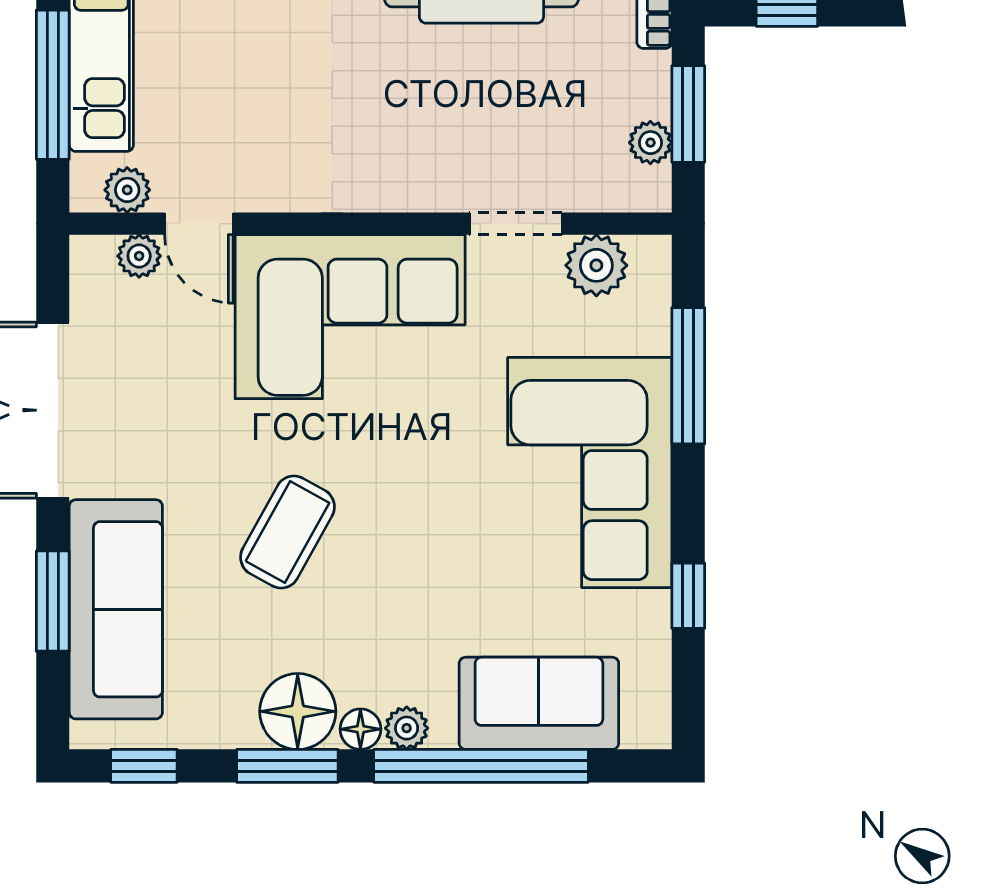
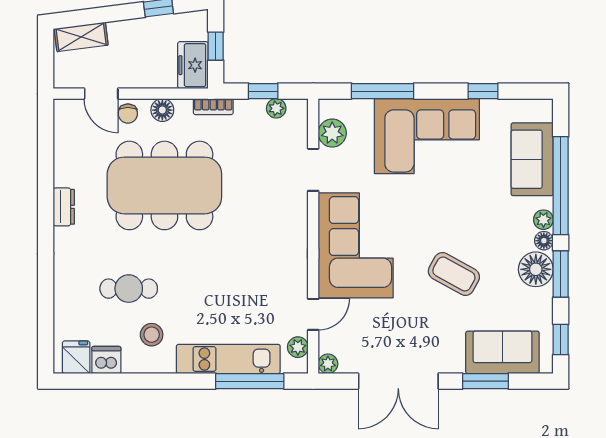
window: (688, 114) -> (263, 91), width x0.67
plant: (139, 256) -> (328, 364), moved
sofa: (116, 609) -> (502, 352), width x0.73

